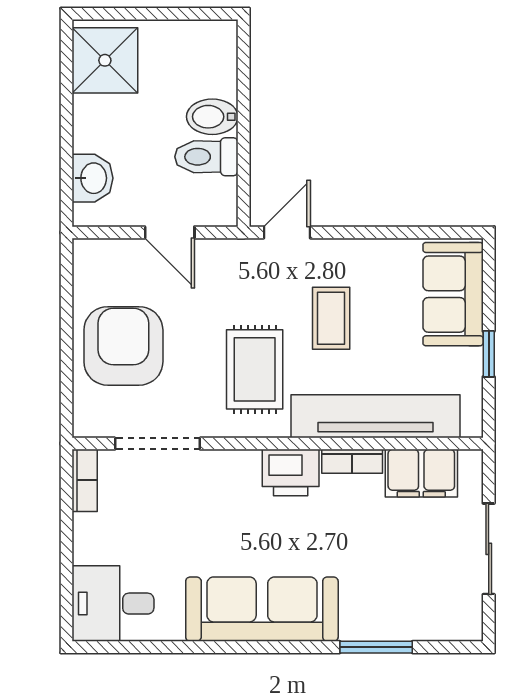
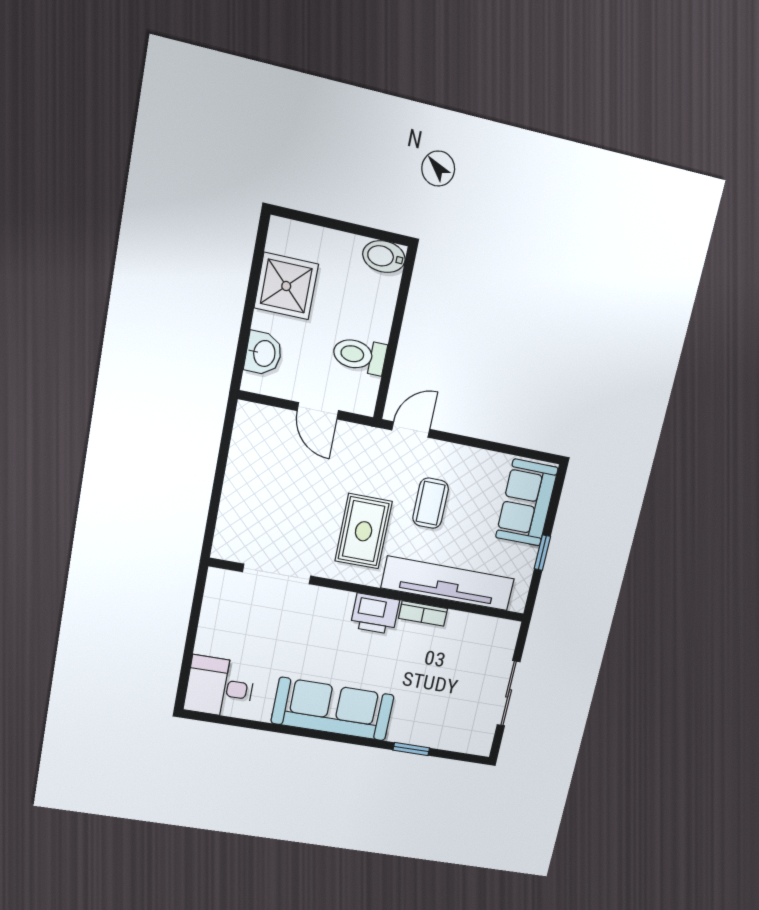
shower: (105, 60) -> (286, 286), moved
bidet: (212, 117) -> (384, 257), moved
armchair: (123, 346) -> (264, 494), removed
filing cabinet: (421, 473) -> (472, 631), removed
bookcase: (85, 480) -> (214, 592), removed
window: (376, 647) -> (411, 749), width x0.67

